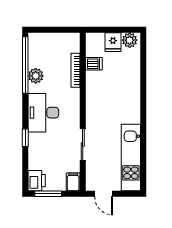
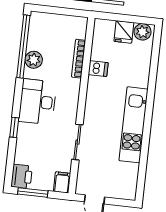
dishwasher: (94, 64) -> (98, 69), moved
kitchen unit: (131, 158) -> (134, 125), moved

